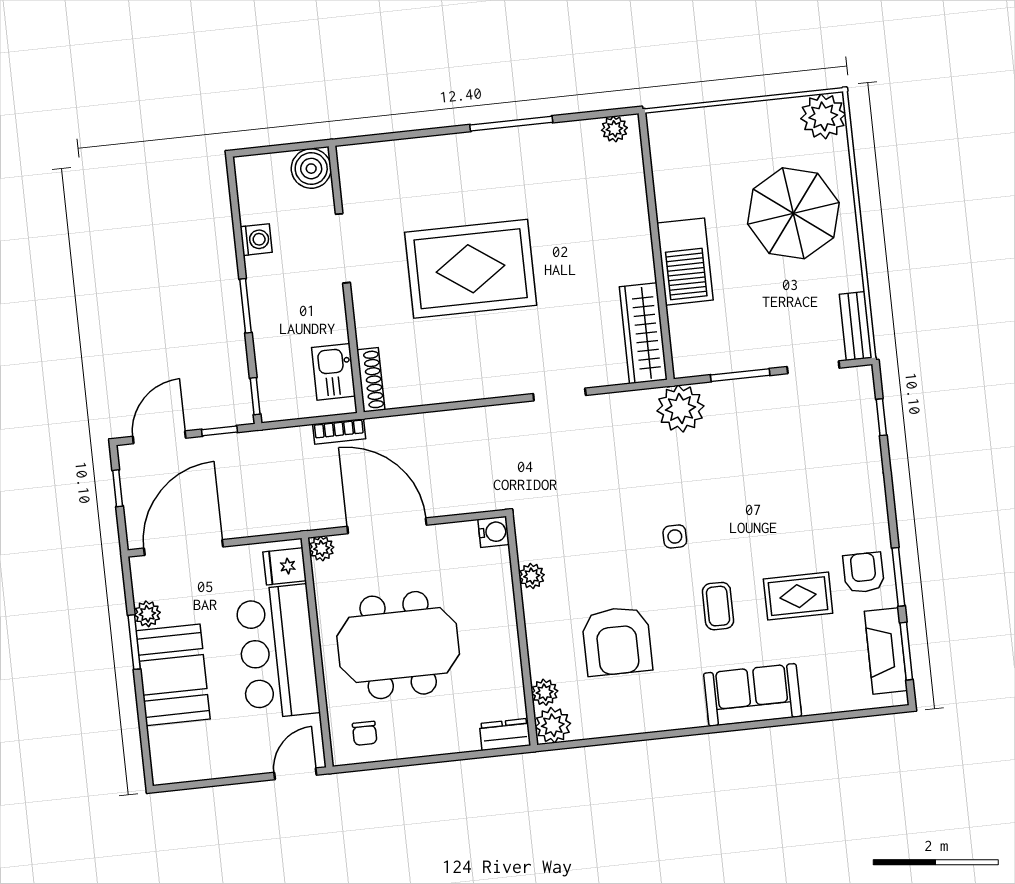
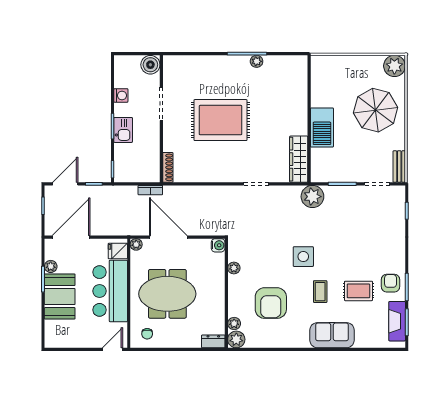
plant: (614, 129) -> (257, 61), moved
kitchen sink: (334, 372) -> (123, 130), moved, turned 180
side table: (675, 536) -> (303, 257), width x1.87, depth x1.87

